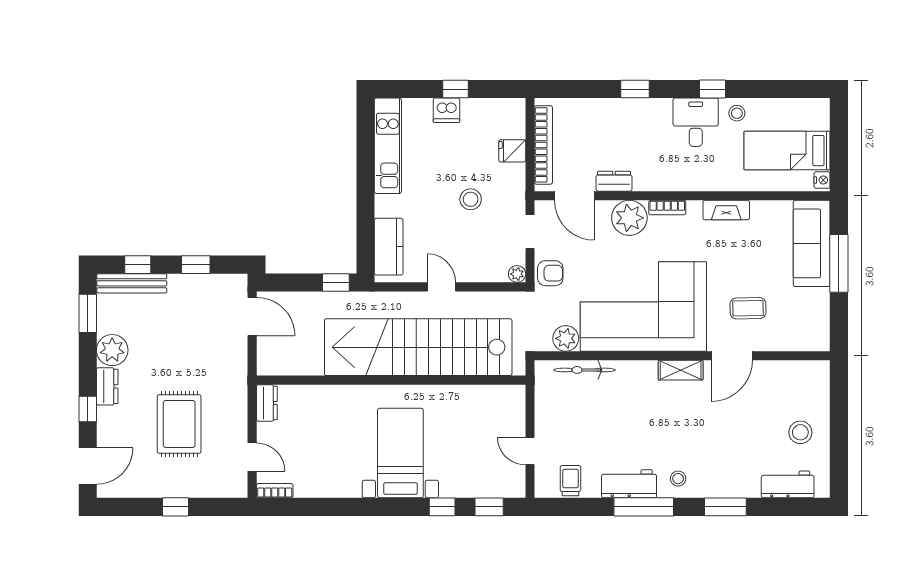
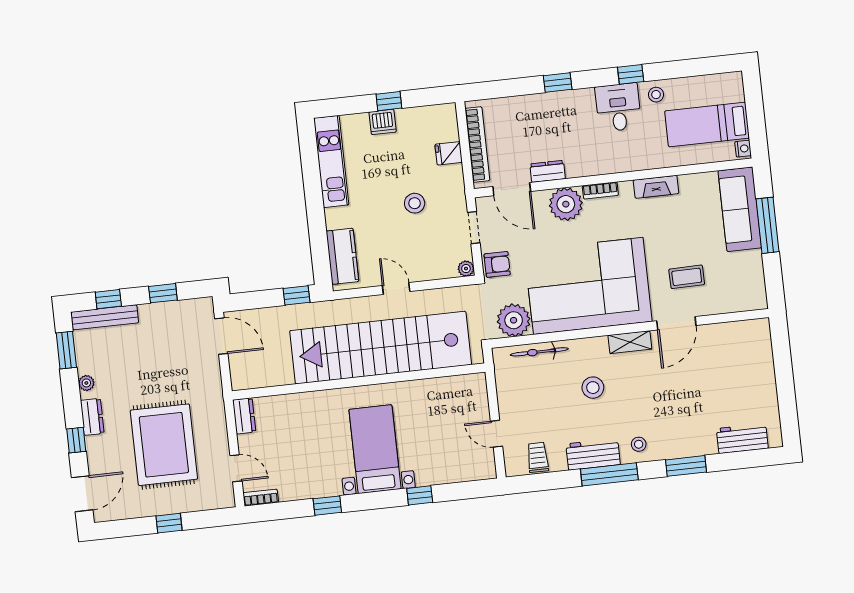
plant: (566, 338) -> (514, 320), width x1.36, depth x1.36
plant: (112, 350) -> (86, 383), width x0.53, depth x0.53
rug: (179, 424) -> (164, 445), width x1.37, depth x1.44
stool: (800, 432) -> (593, 388), moved
window: (489, 507) -> (327, 506), moved

